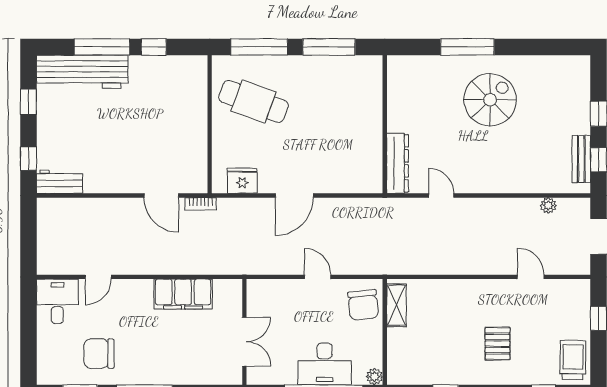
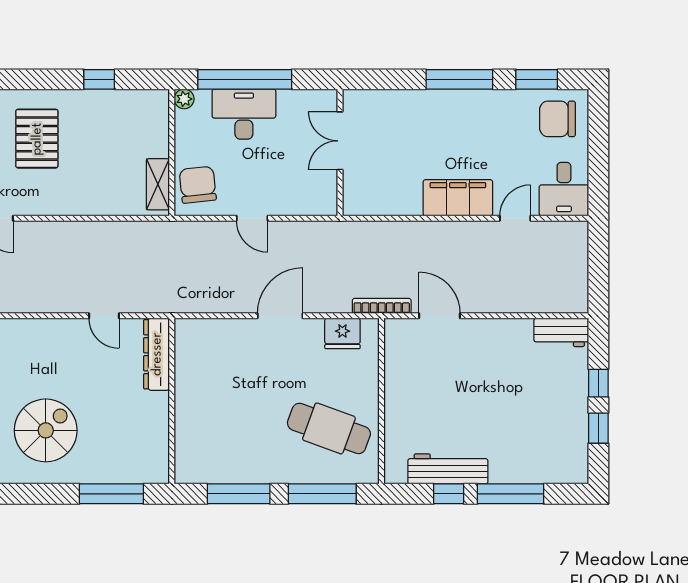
window: (467, 47) -> (111, 494), moved
workbench: (82, 72) -> (448, 469), moved, width x0.73, depth x0.76
spiral stairs: (490, 100) -> (46, 430), turned 180
window: (28, 159) -> (598, 383), moved
bookcase: (201, 204) -> (382, 306), width x1.56
filing cabinet: (183, 294) -> (458, 198), moved
pallet: (497, 343) -> (37, 139), width x1.50, depth x1.42
chair: (99, 354) -> (557, 119), moved, turned 180

